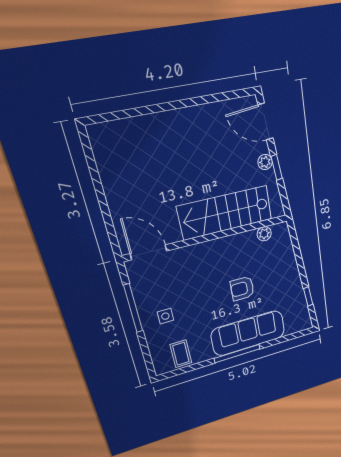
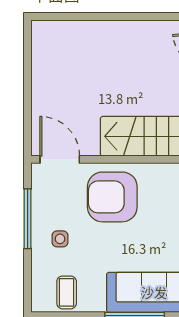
armchair: (242, 289) -> (112, 197), moved, width x1.88, depth x1.88

